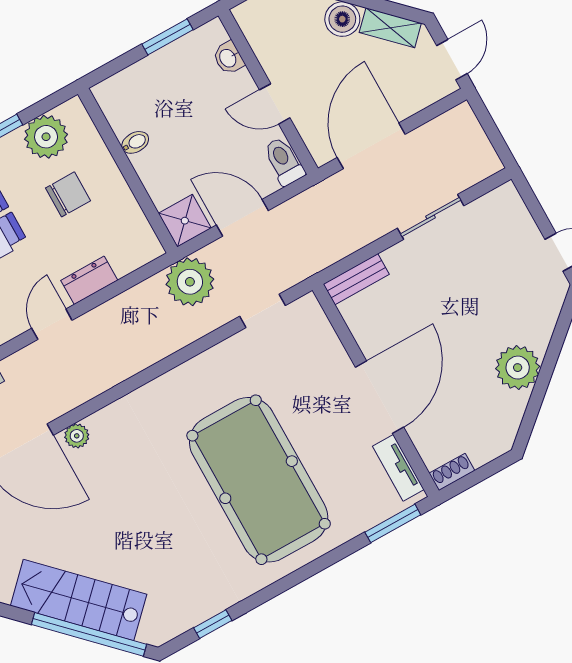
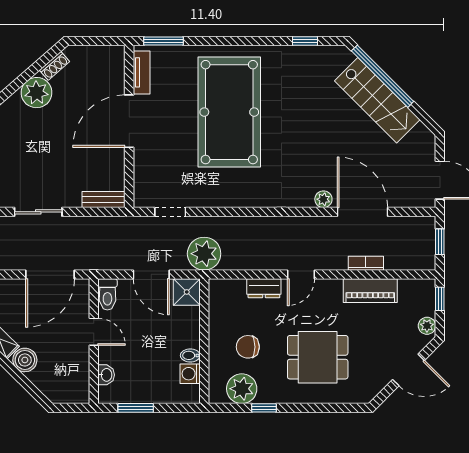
washing machine: (122, 119) -> (190, 374), added
shoe rack: (452, 472) -> (54, 66), moved, turned -41

